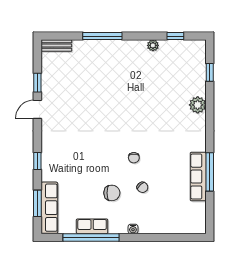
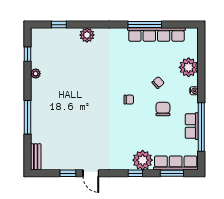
chair: (134, 158) -> (129, 100), moved
plant: (53, 169) -> (143, 160), added
row of seats: (198, 177) -> (156, 34), width x1.36
plant: (160, 223) -> (189, 67), added

